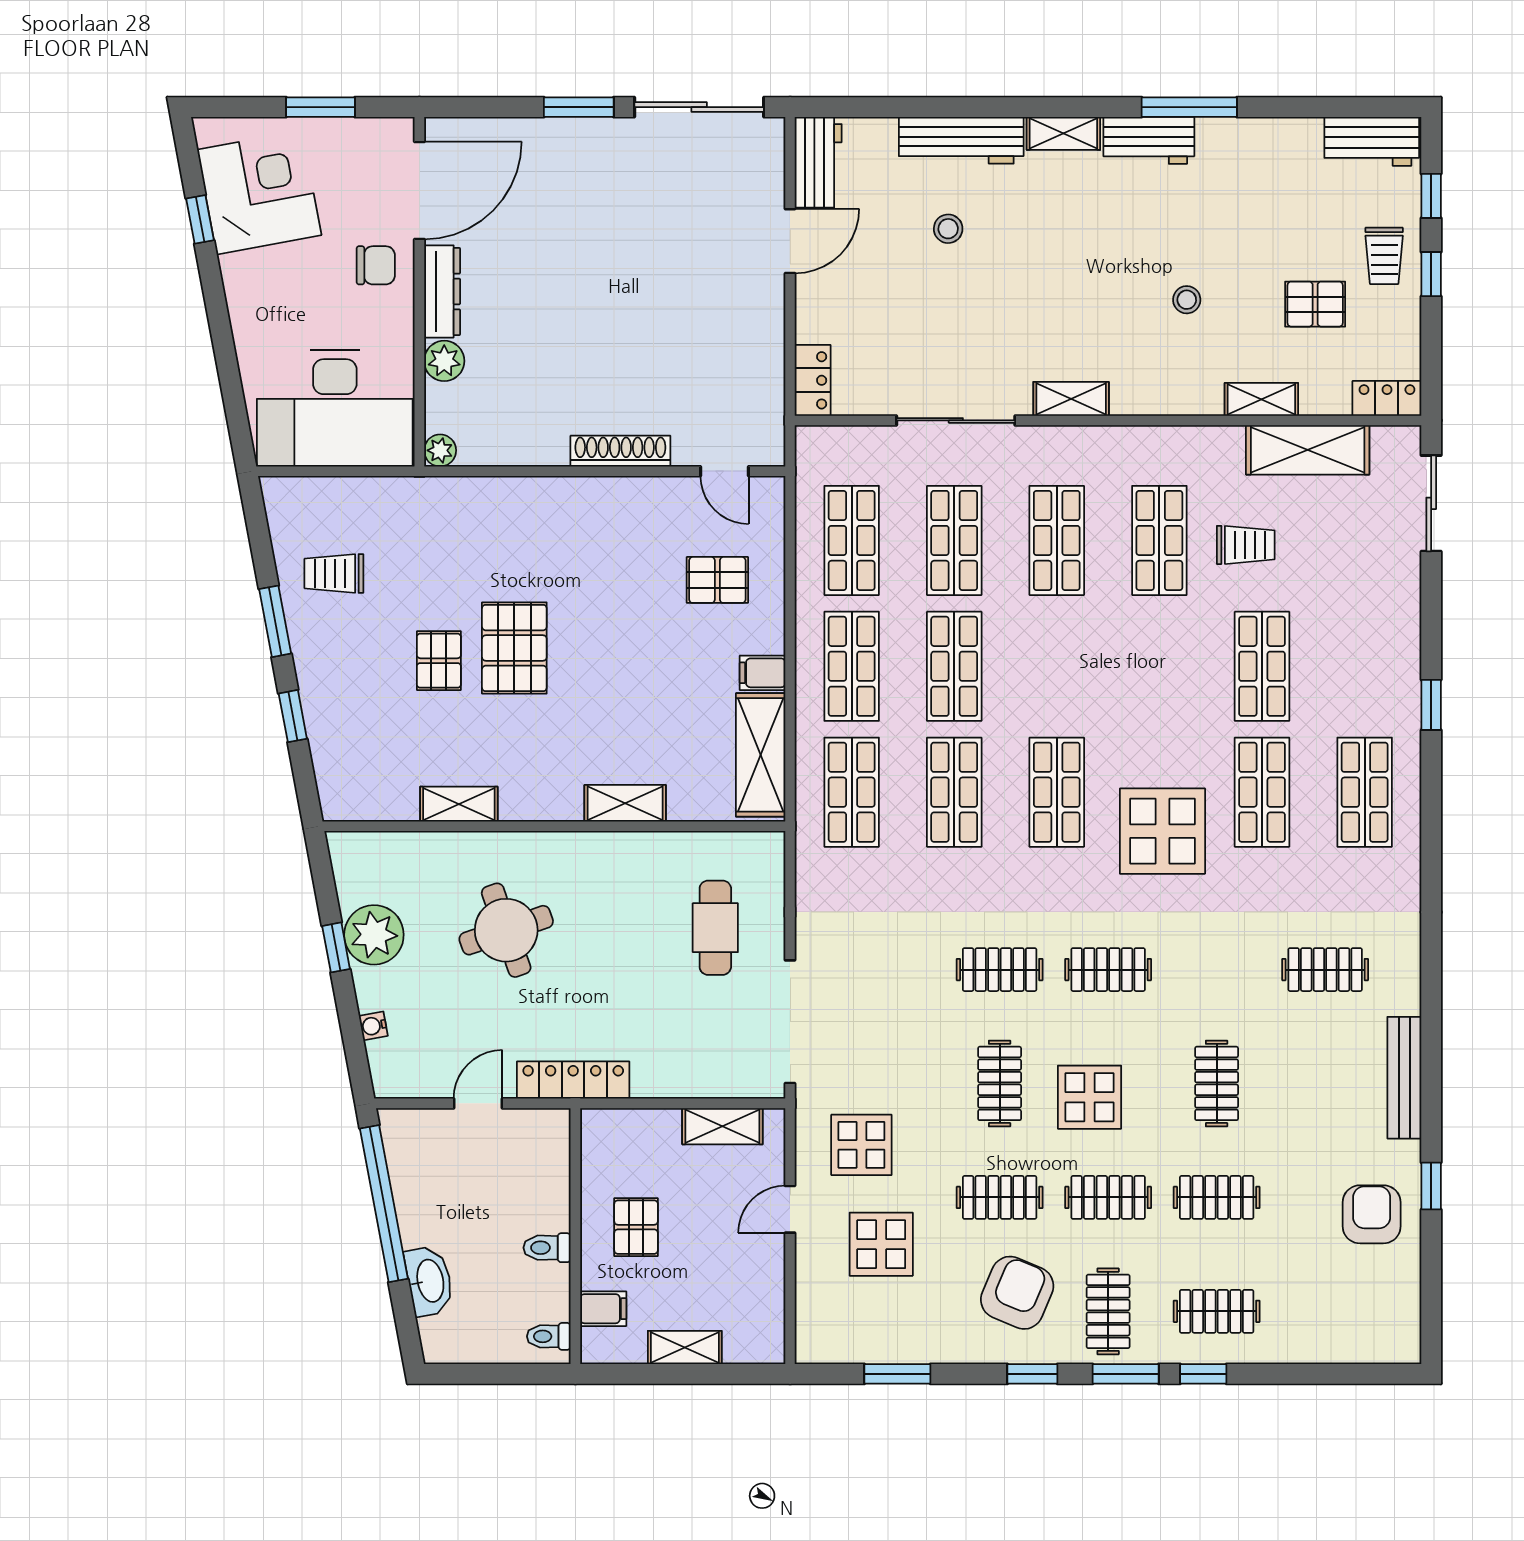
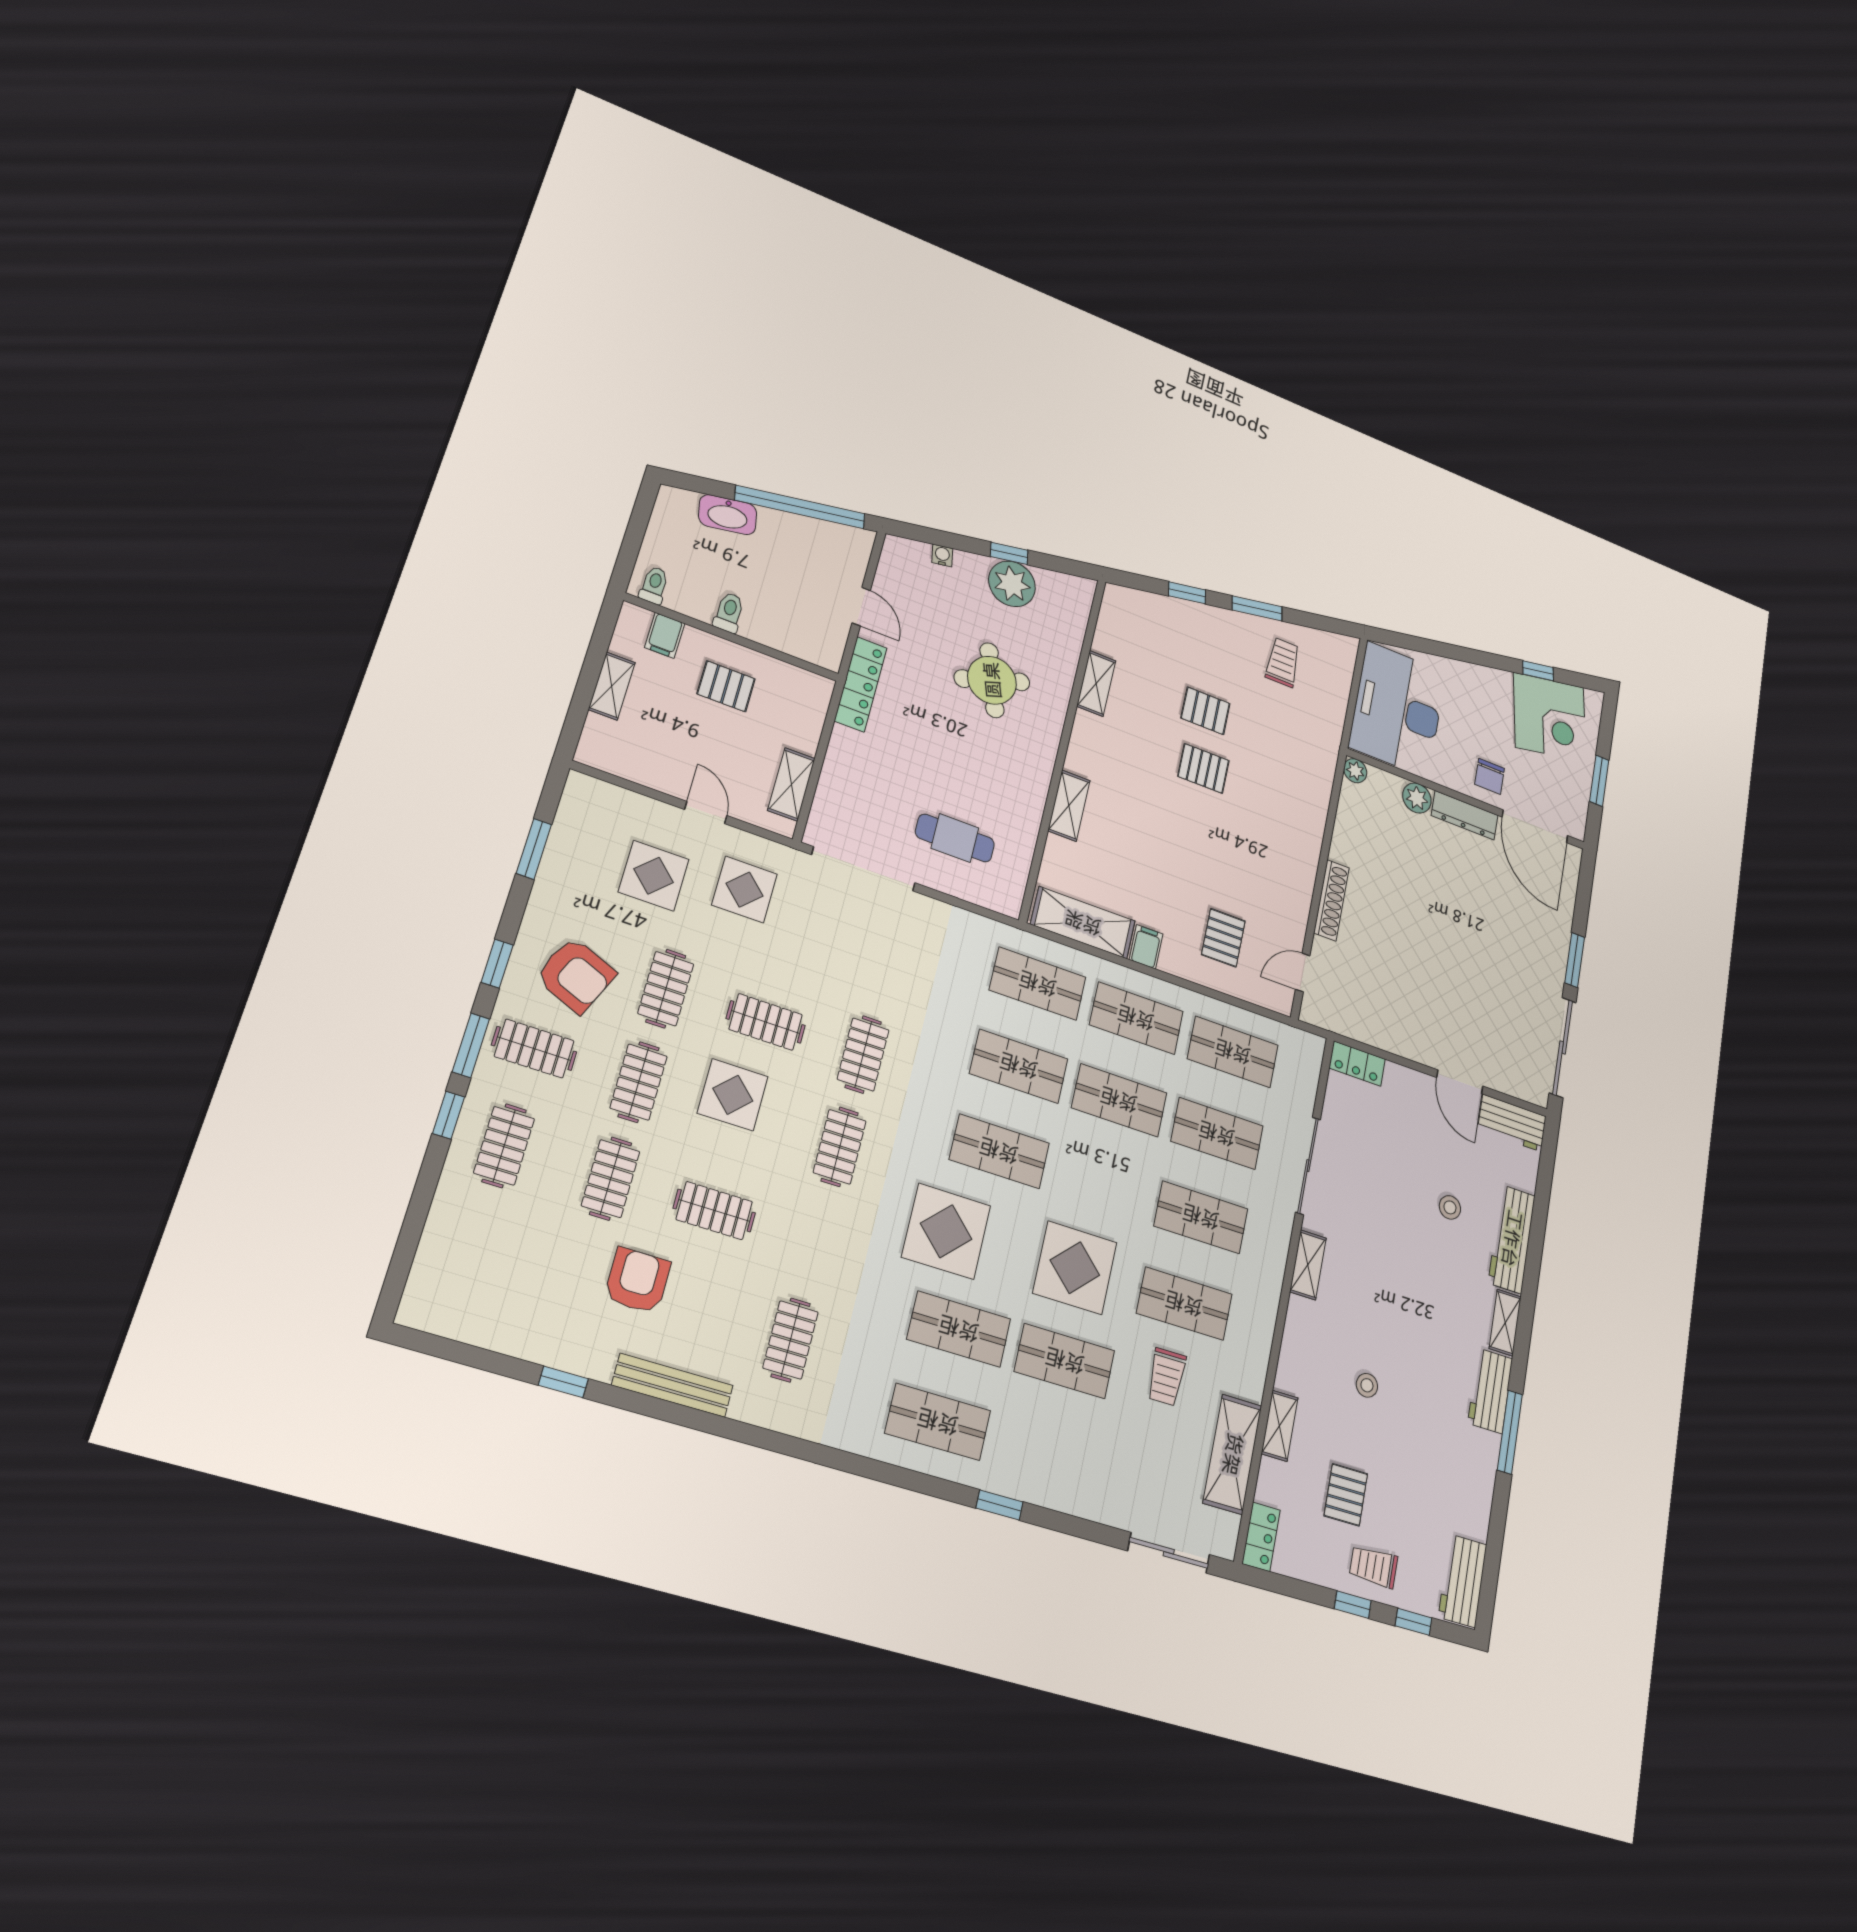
pallet: (514, 648) -> (1203, 768), width x0.67, depth x0.71
display table: (1158, 677) -> (1075, 1268), added
armchair: (1372, 1214) -> (637, 1281), moved, turned -90

